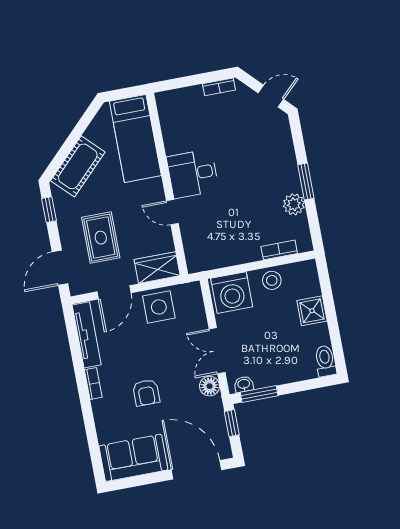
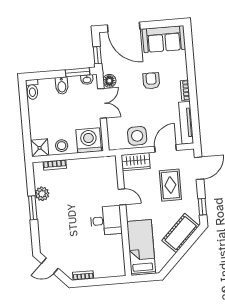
shower: (312, 311) -> (40, 148), moved
bidet: (281, 371) -> (62, 86), added

